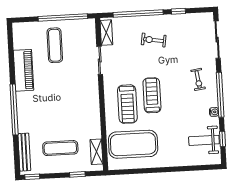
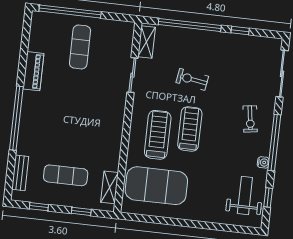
window: (63, 18) -> (70, 12), moved
exercise bike: (154, 40) -> (192, 79), moved
piano: (23, 70) -> (33, 71), width x0.73, depth x0.75
treadmill: (127, 104) -> (158, 135), turned 180
weight bench: (204, 140) -> (245, 196), turned 90
bench: (24, 152) -> (20, 173), width x0.73
window: (32, 177) -> (39, 207), moved

